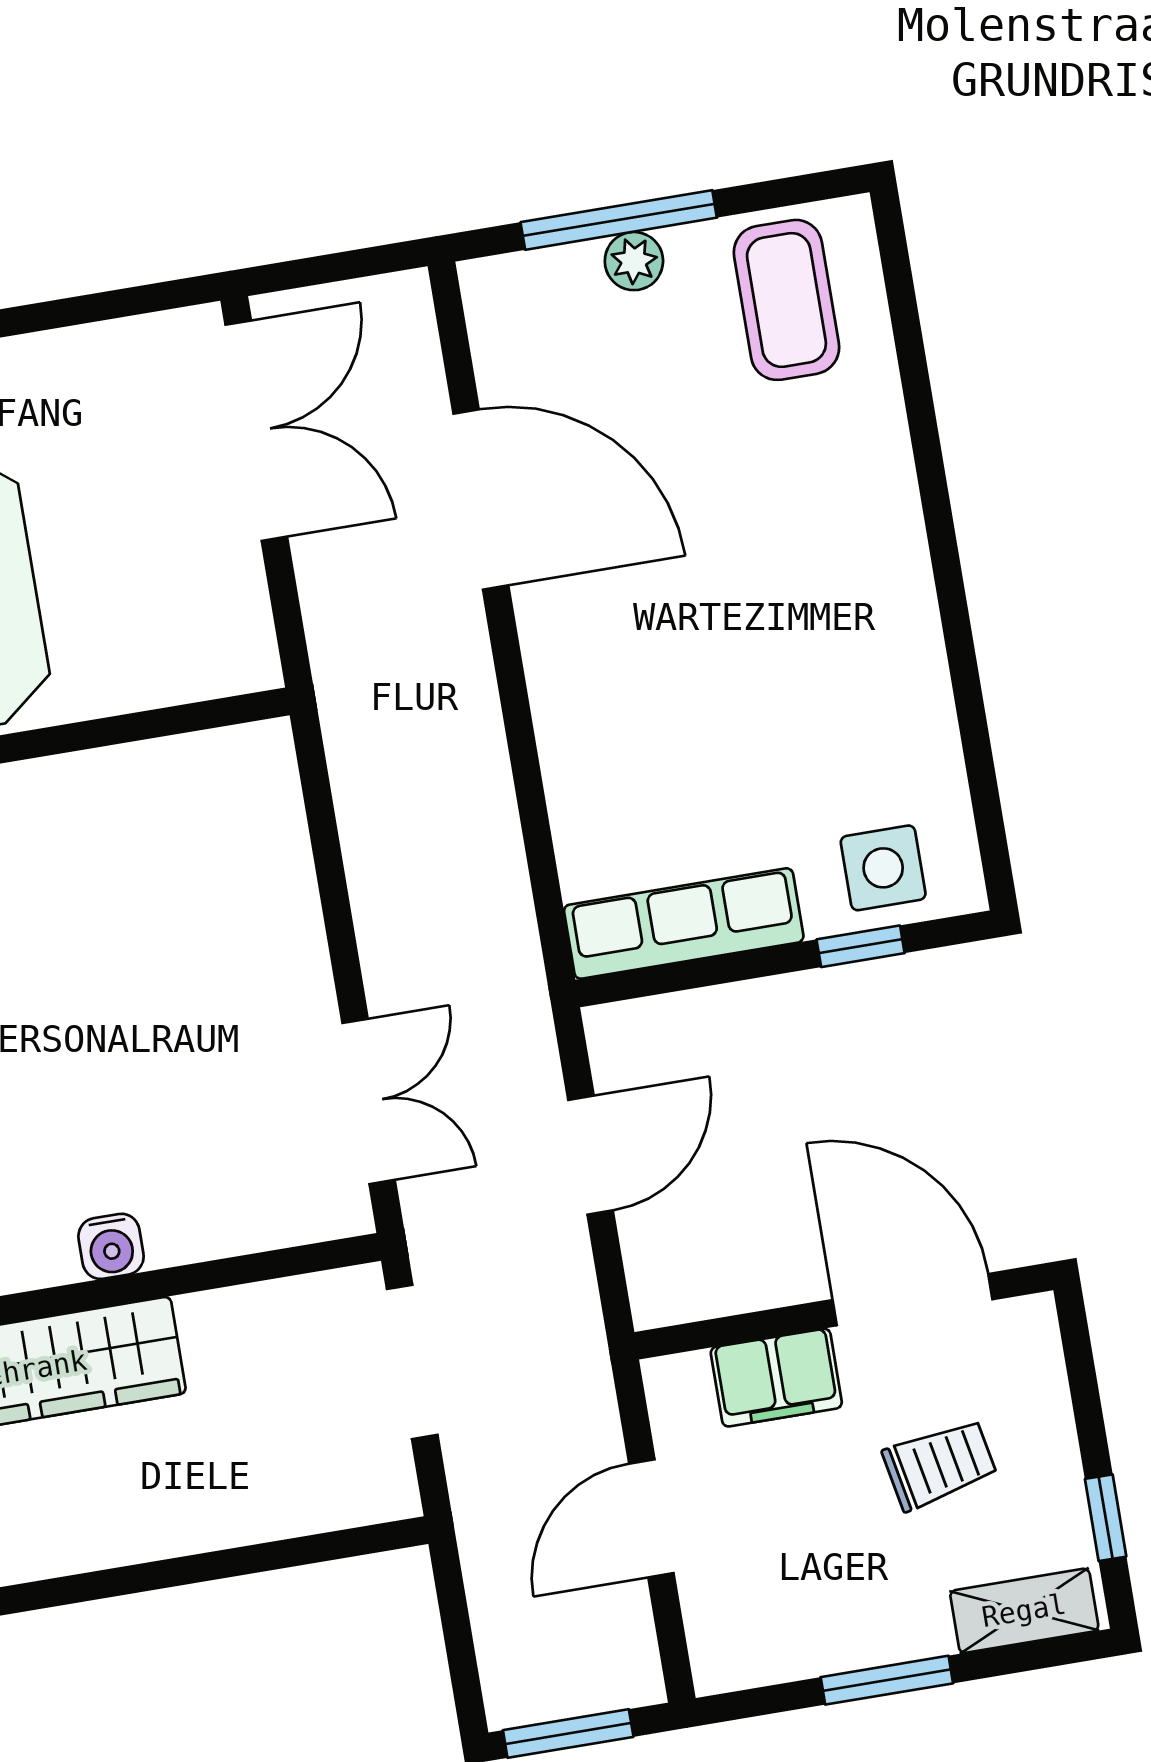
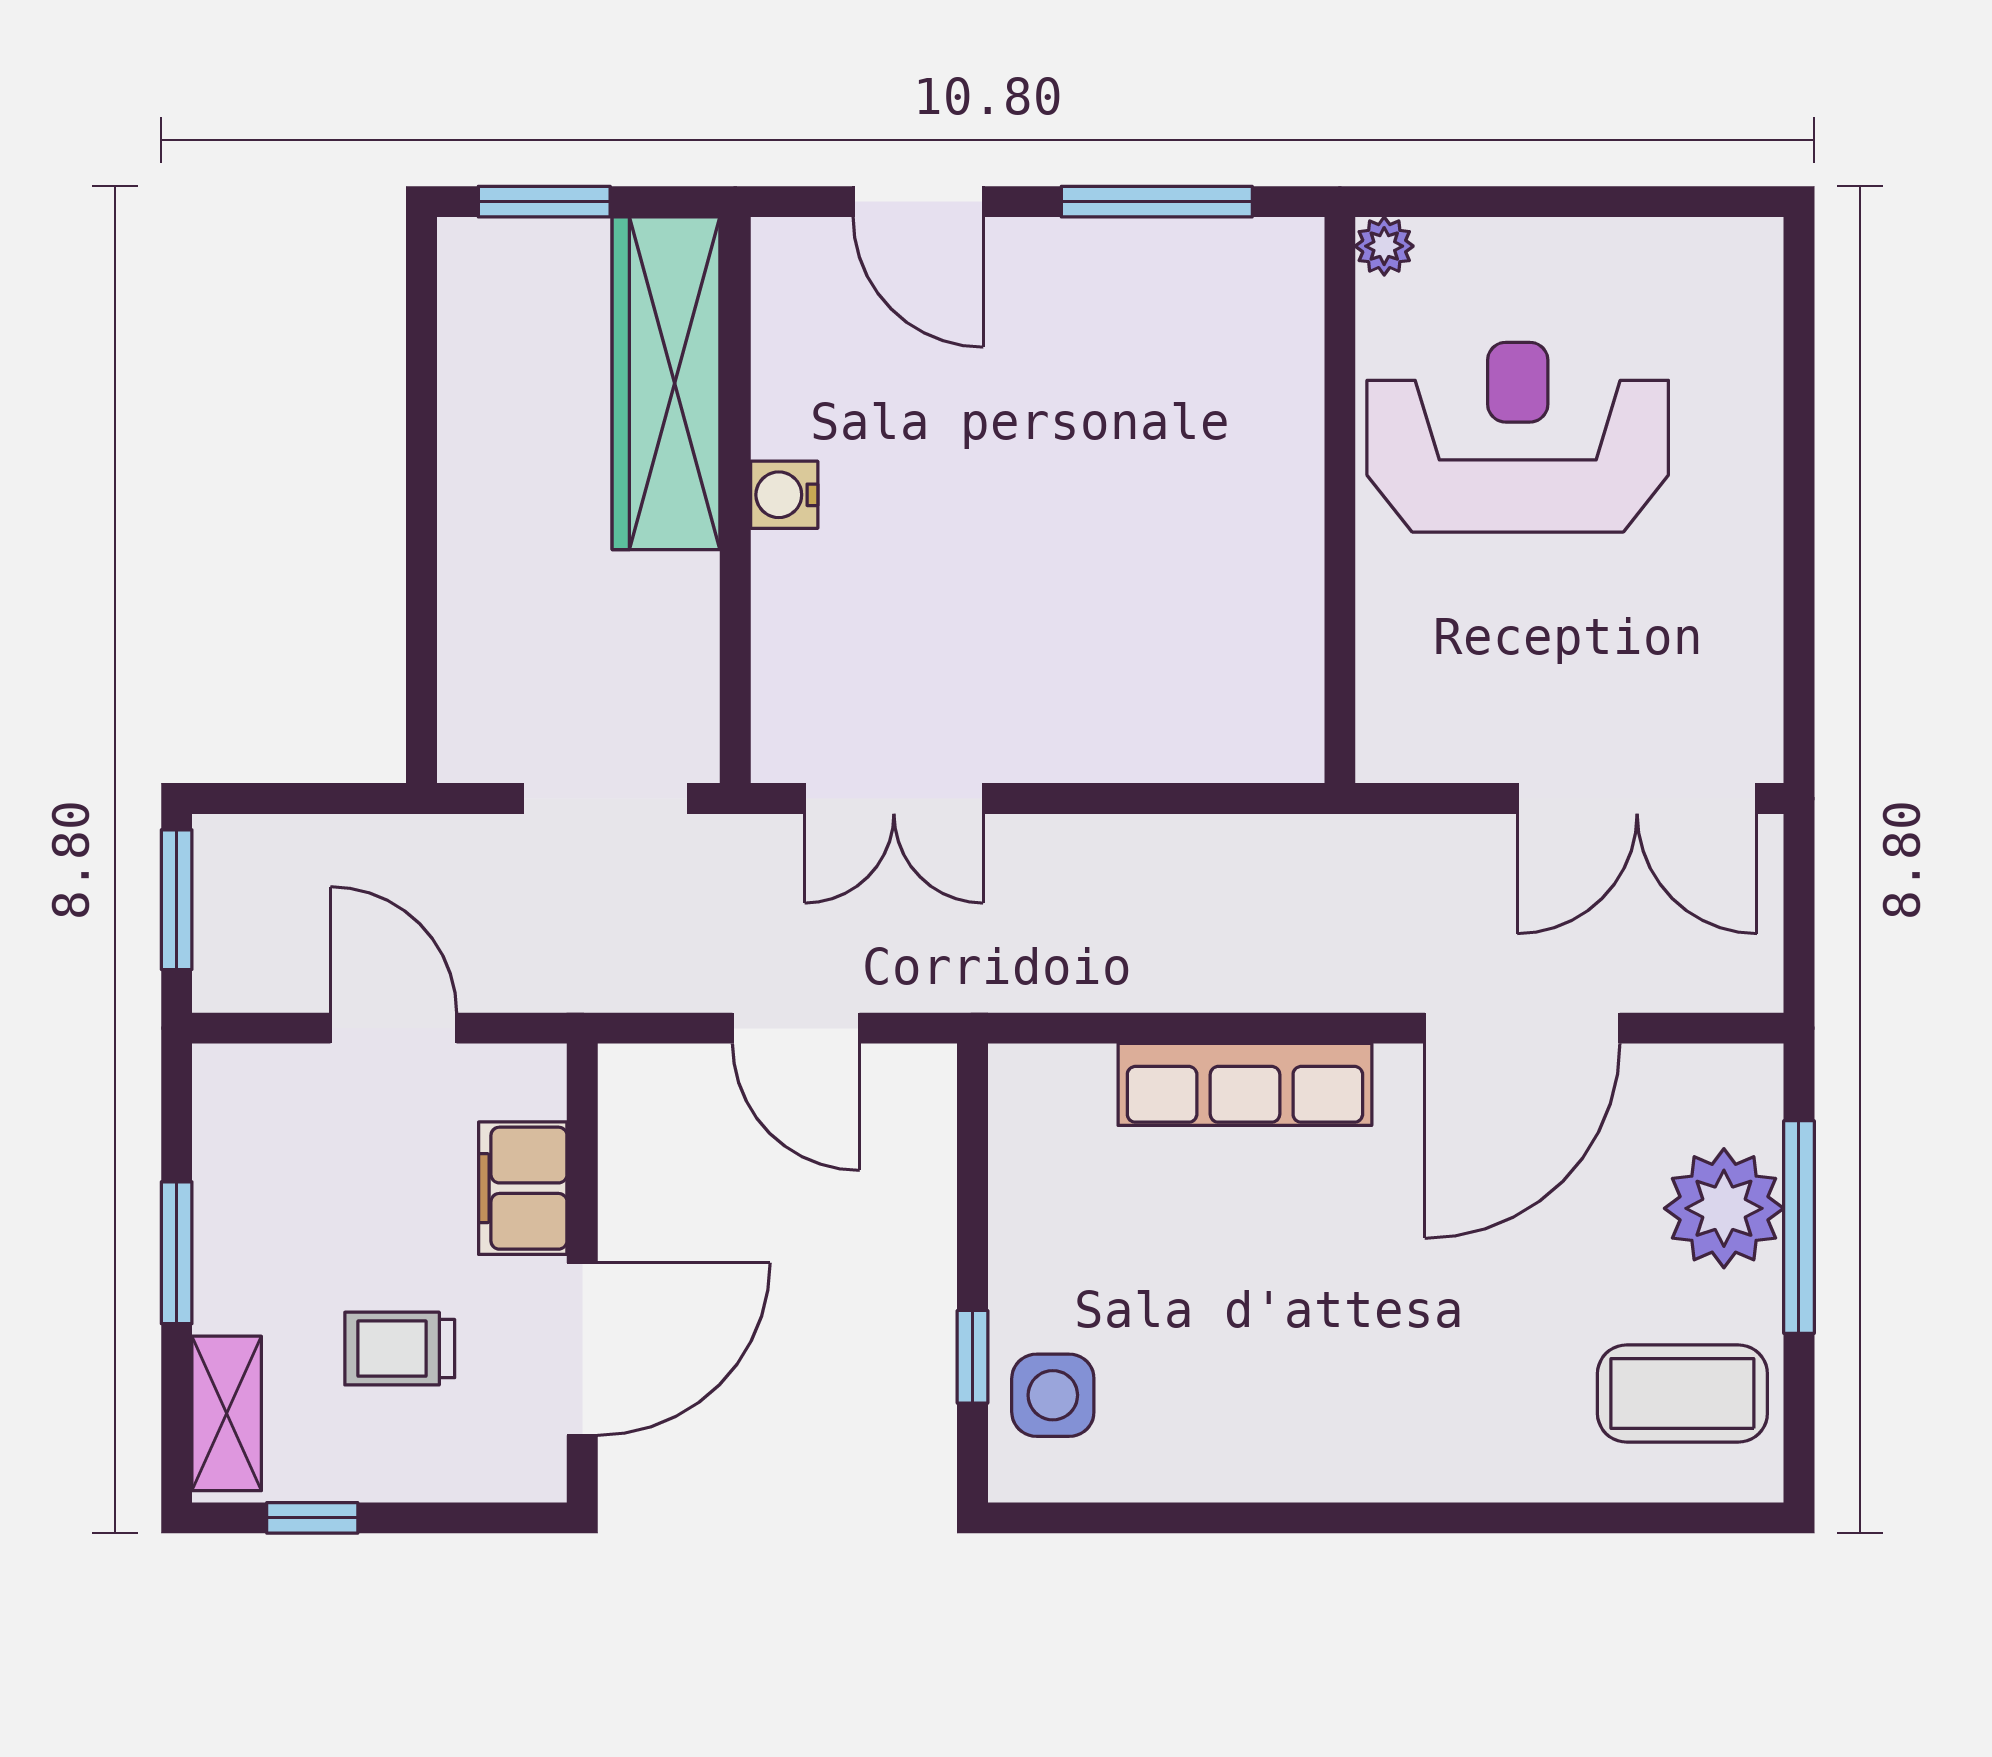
plant: (634, 261) -> (1724, 1208), width x1.88, depth x1.88
row of seats: (684, 924) -> (1245, 1084), moved, turned 90
trolley: (940, 1464) -> (400, 1349), turned 101

